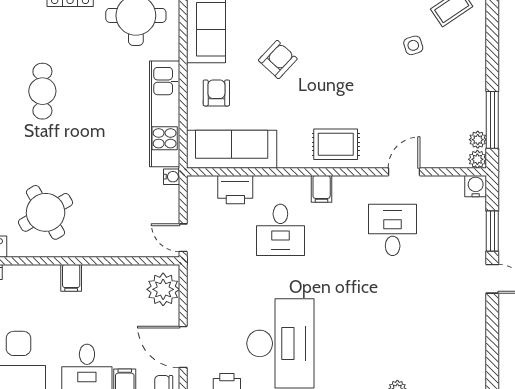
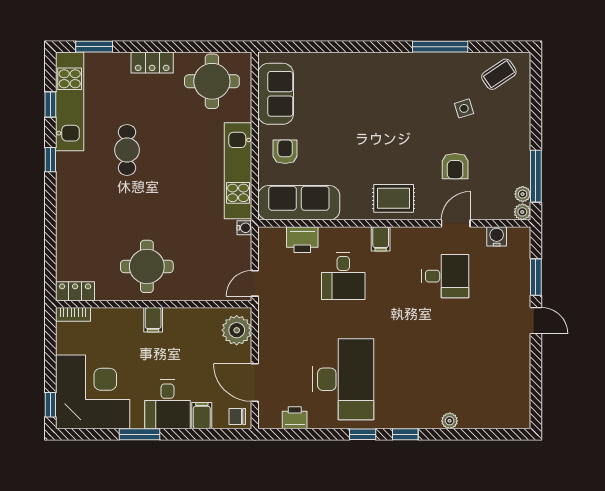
armchair: (278, 60) -> (455, 166), moved, turned 137
water cooler: (476, 186) -> (497, 236), moved
round table: (46, 212) -> (147, 266), moved, turned 30
desk: (393, 230) -> (445, 276), turned 90
door: (183, 238) -> (255, 283), hinge flipped

